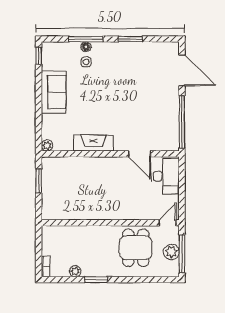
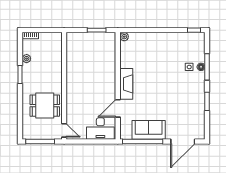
sofa: (54, 92) -> (149, 130), moved, turned 180
fireplace: (94, 143) -> (126, 84), moved
plant: (171, 252) -> (41, 133), removed

